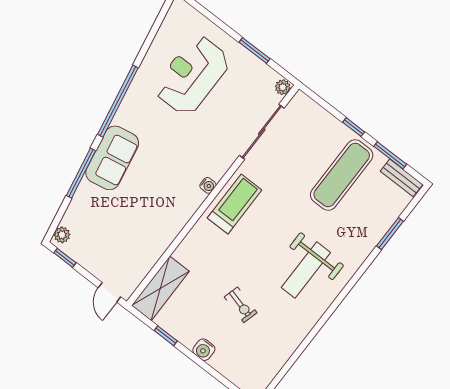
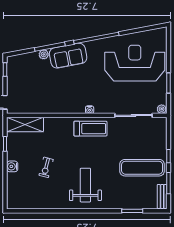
reception desk: (192, 75) -> (135, 63), width x1.36, depth x1.30
plant: (62, 235) -> (44, 54), moved
weight bench: (306, 270) -> (85, 185), turned 90

